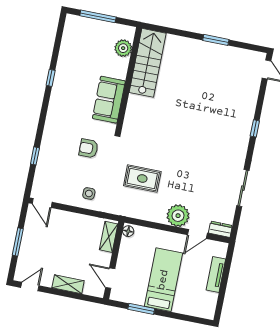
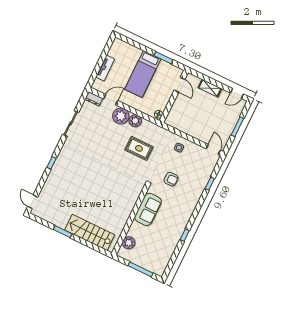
stairs: (148, 63) -> (90, 232), moved, turned 90
plant: (157, 214) -> (135, 121), added
shelving: (109, 237) -> (173, 114), removed

